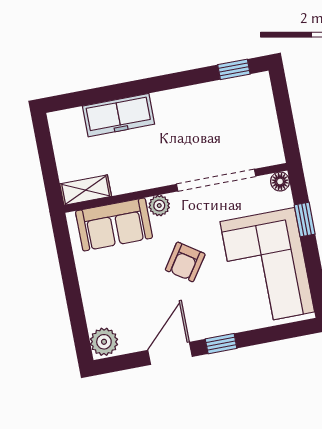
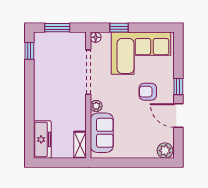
window: (284, 111) -> (57, 28), added
freezer: (118, 115) -> (42, 139), moved
armchair: (185, 262) -> (148, 92), moved, turned 146

